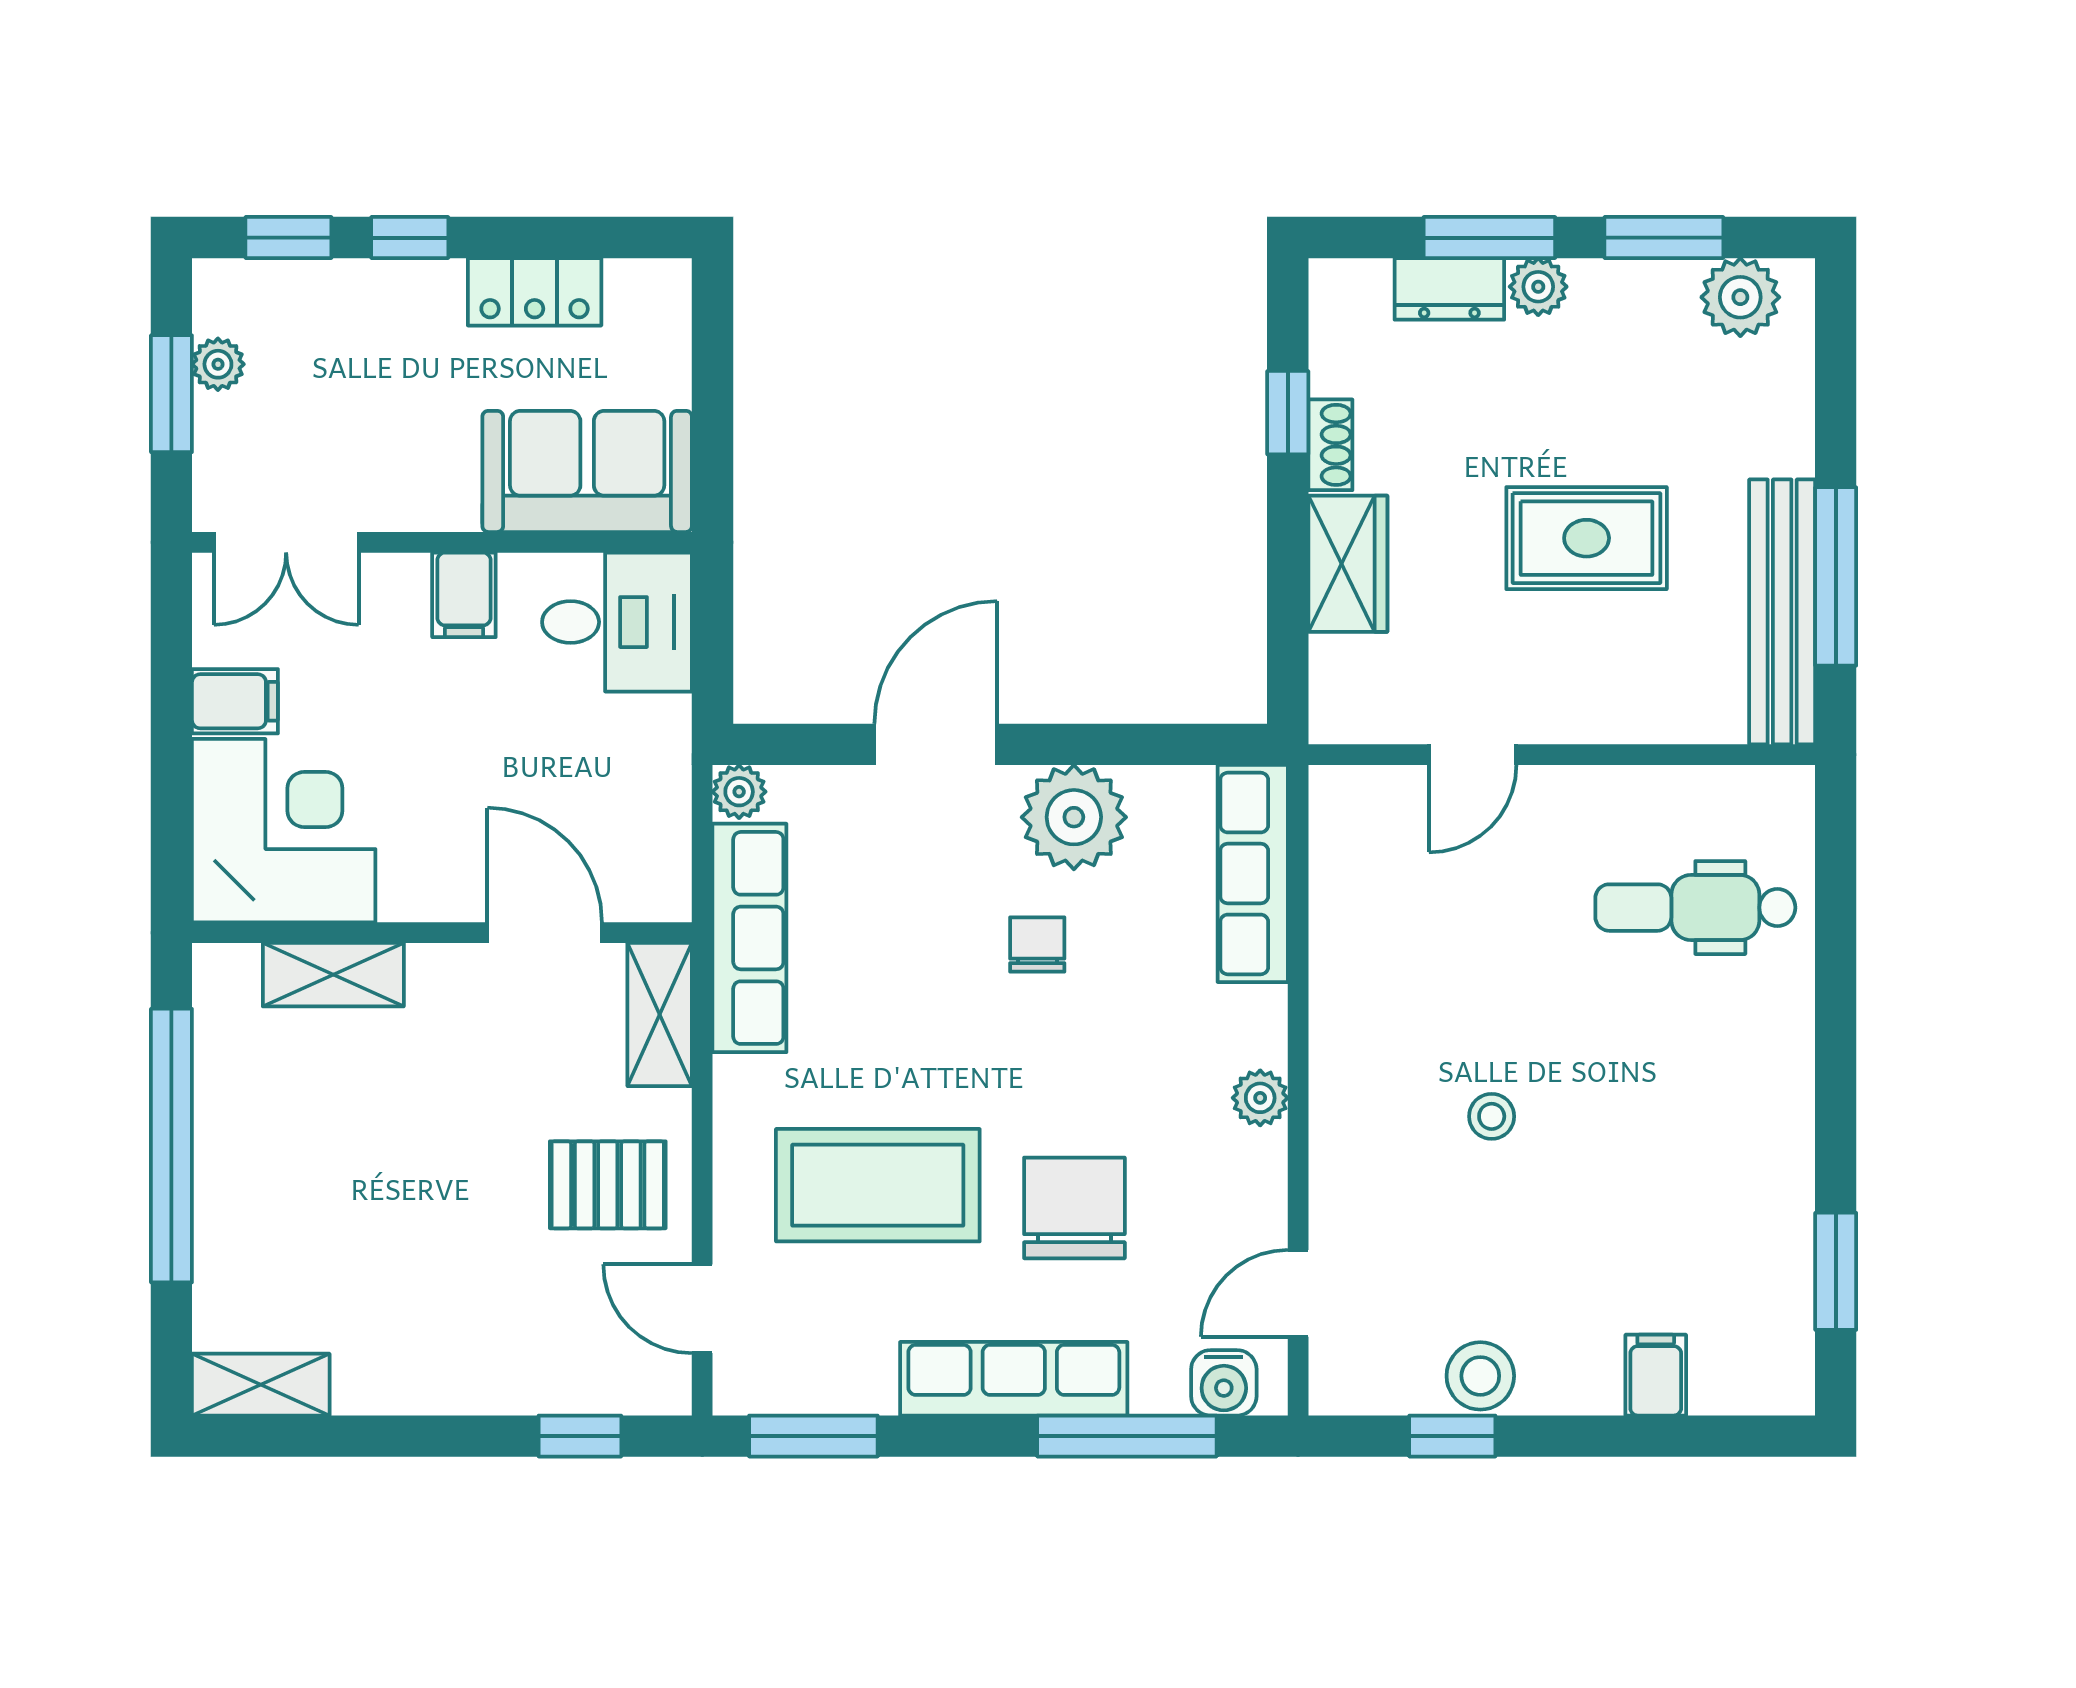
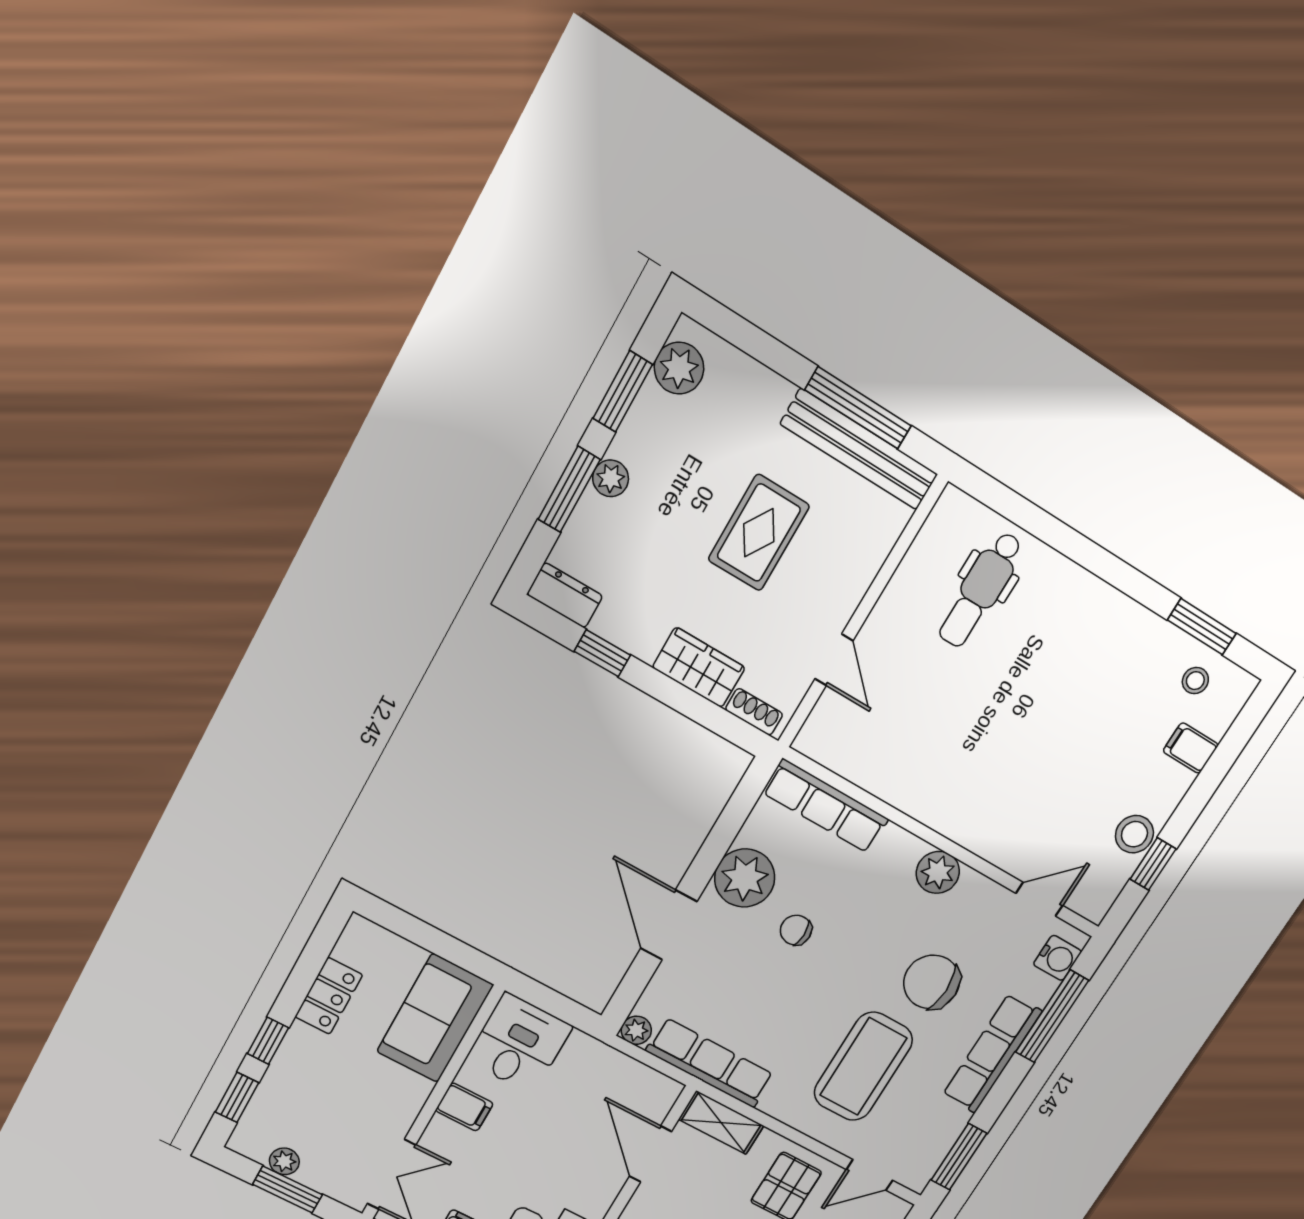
dresser: (1449, 289) -> (565, 595), moved, turned -90
shoe rack: (1330, 445) -> (754, 712), moved
door: (545, 933) -> (651, 1154), hinge flipped
plant: (1260, 1098) -> (938, 872), width x1.38, depth x1.38
stool: (1492, 1116) -> (1195, 681), moved
door: (1298, 1293) -> (1039, 899), swing flipped

